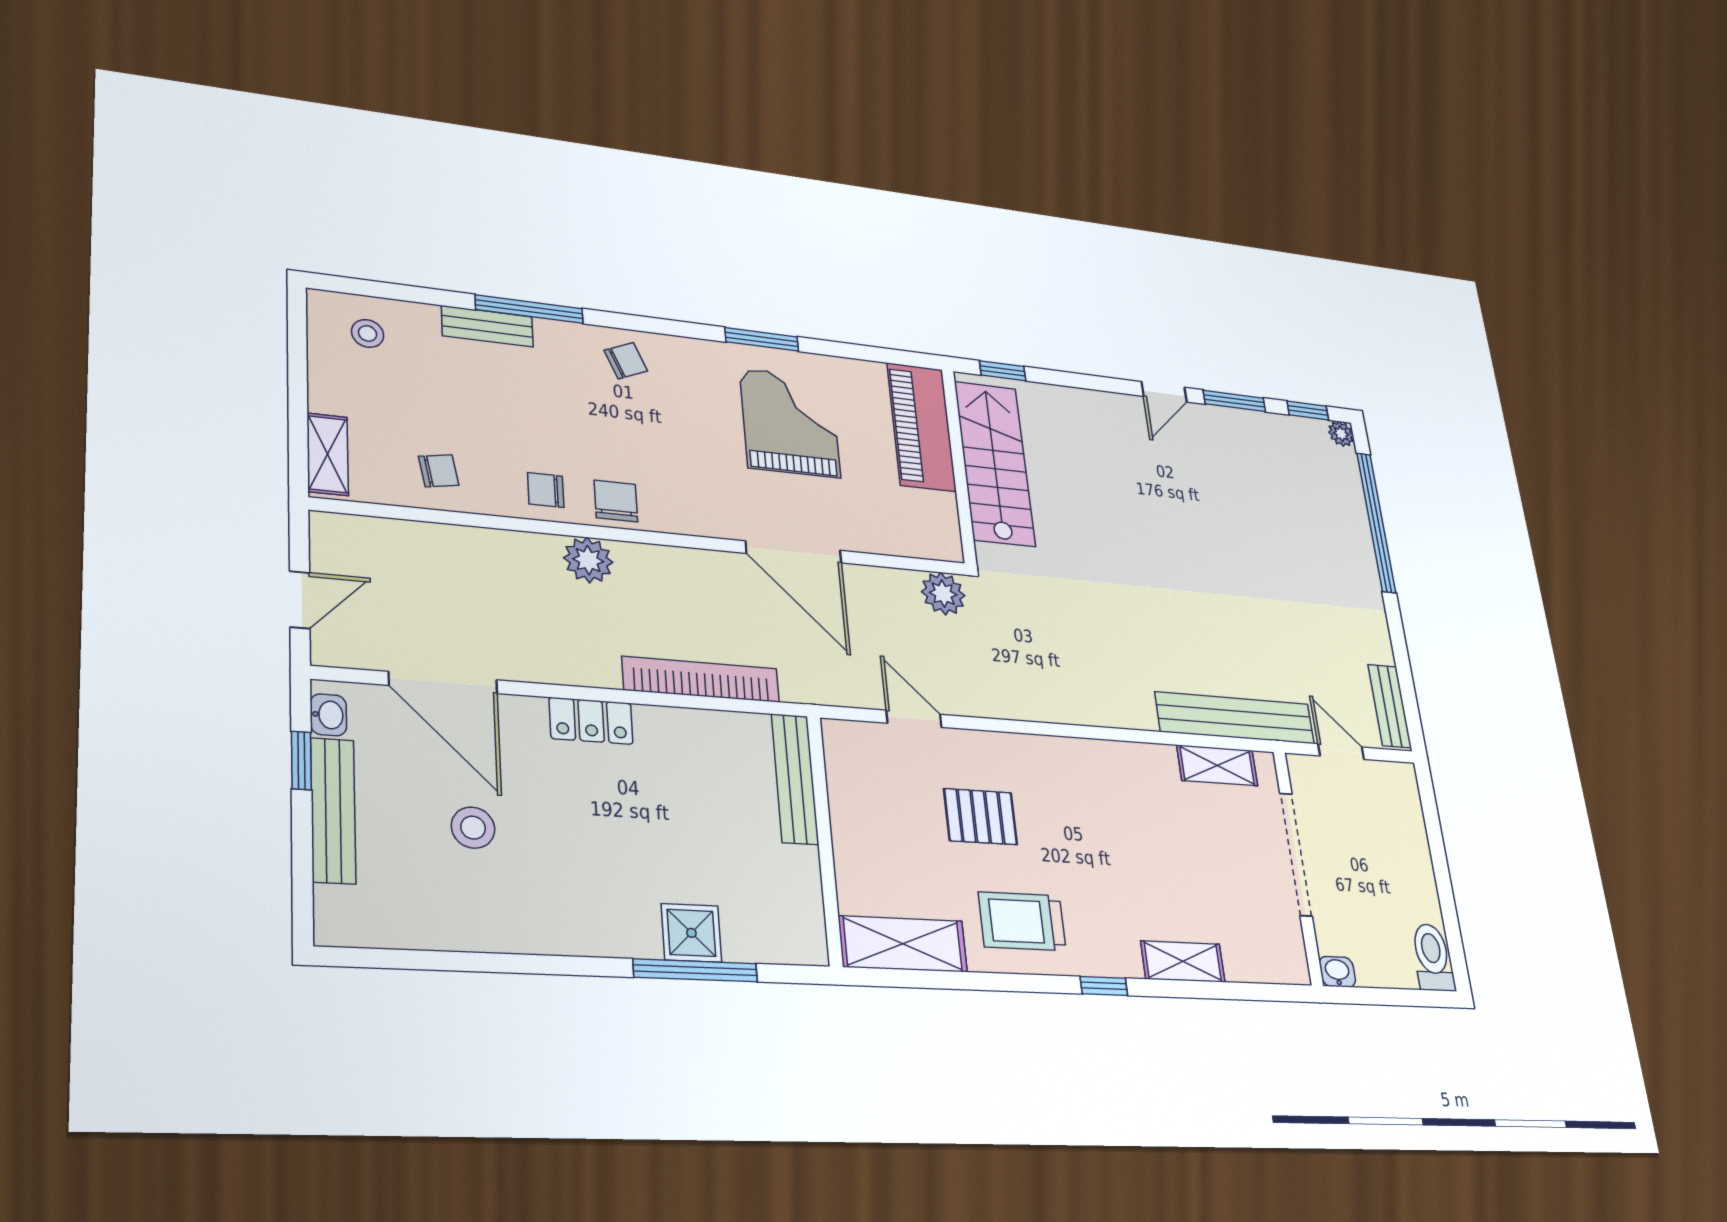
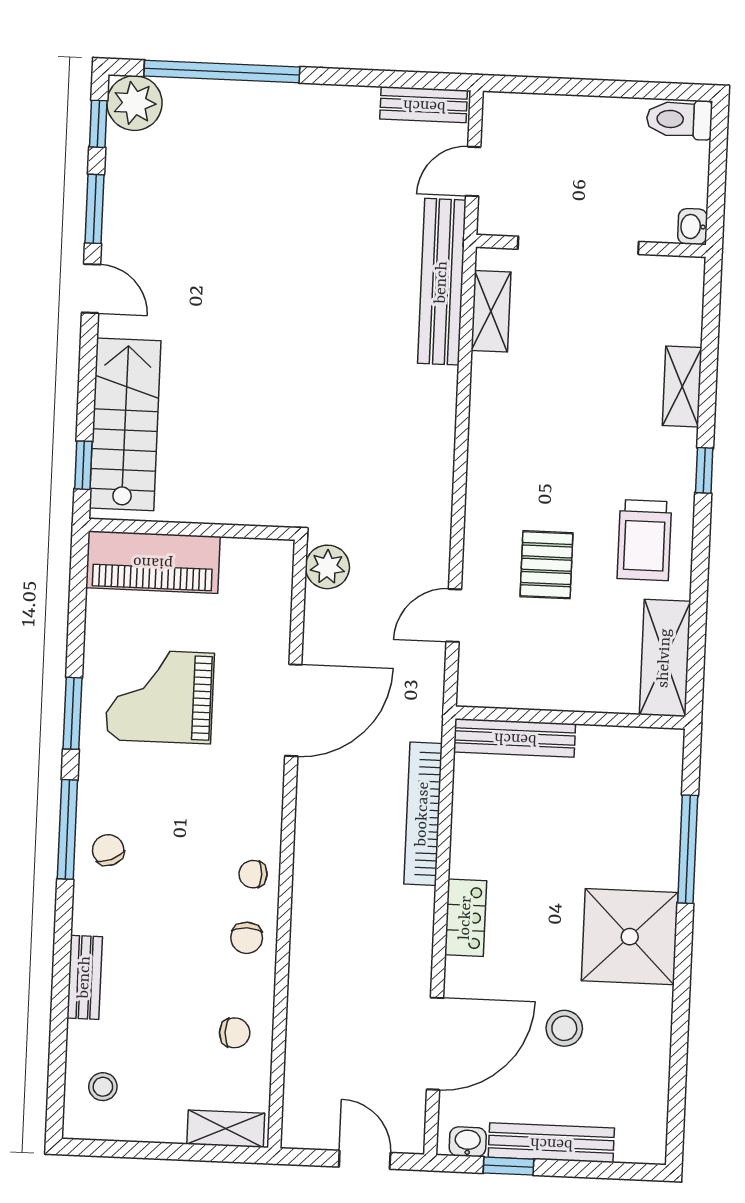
window: (529, 309) -> (67, 829), moved
plant: (1341, 434) -> (134, 103), width x1.87, depth x1.87
stairs: (995, 463) -> (125, 424), moved, turned 90
chair: (439, 471) -> (235, 1033), turned 100
chair: (616, 501) -> (253, 874), width x0.73, depth x0.73
plant: (588, 560) -> (313, 905), removed
shower: (691, 933) -> (630, 937), moved, width x1.86, depth x1.86

